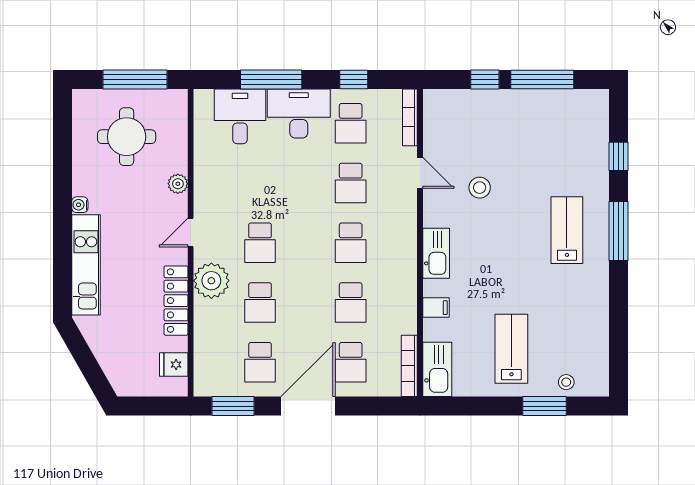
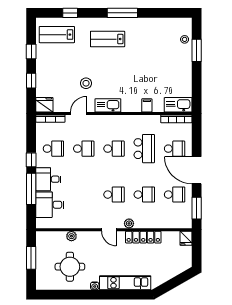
window: (135, 79) -> (31, 258), width x0.69
window: (354, 79) -> (31, 160), moved
window: (542, 79) -> (31, 51), width x0.46
fridge: (437, 105) -> (44, 105), added
desk: (299, 113) -> (48, 179), width x0.73
round table: (127, 137) -> (70, 267), moved
plant: (178, 184) -> (71, 236), moved
window: (618, 231) -> (122, 13), moved
kitchen sink: (436, 253) -> (108, 105), moved
plant: (211, 281) -> (129, 223), width x0.53, depth x0.53
school desk: (351, 303) -> (144, 149), width x1.85
lab bench: (511, 349) -> (57, 35), moved
fridge: (174, 365) -> (186, 238), moved

